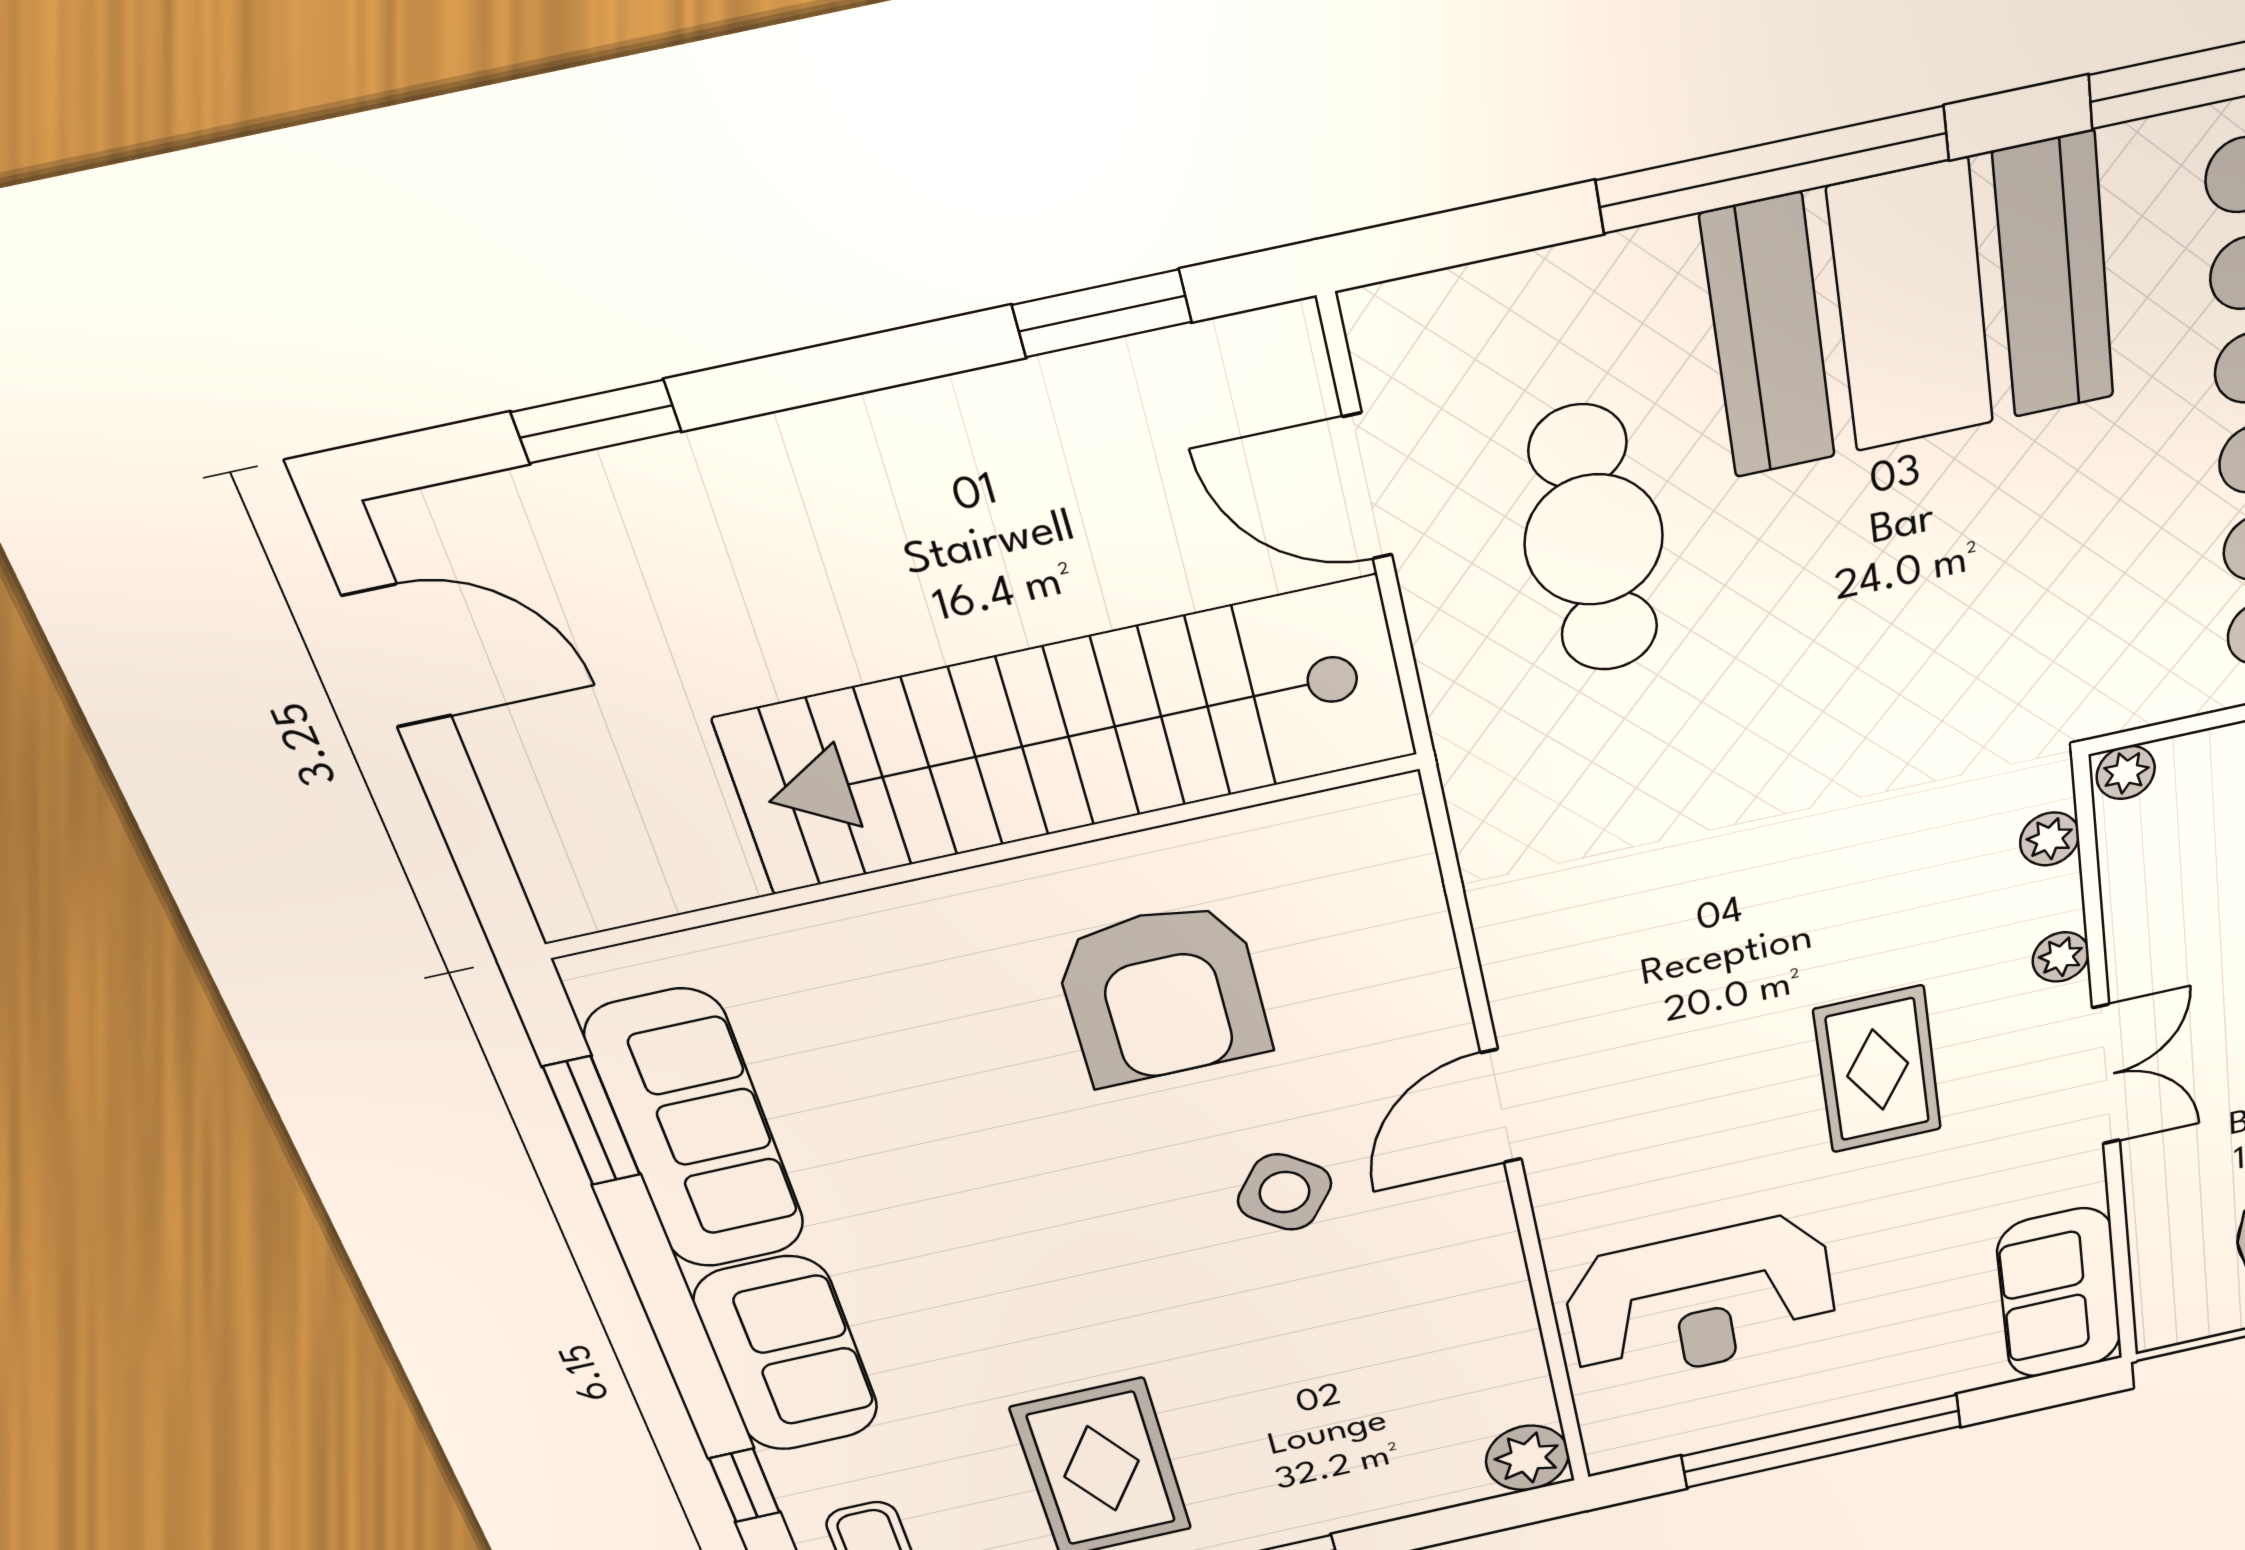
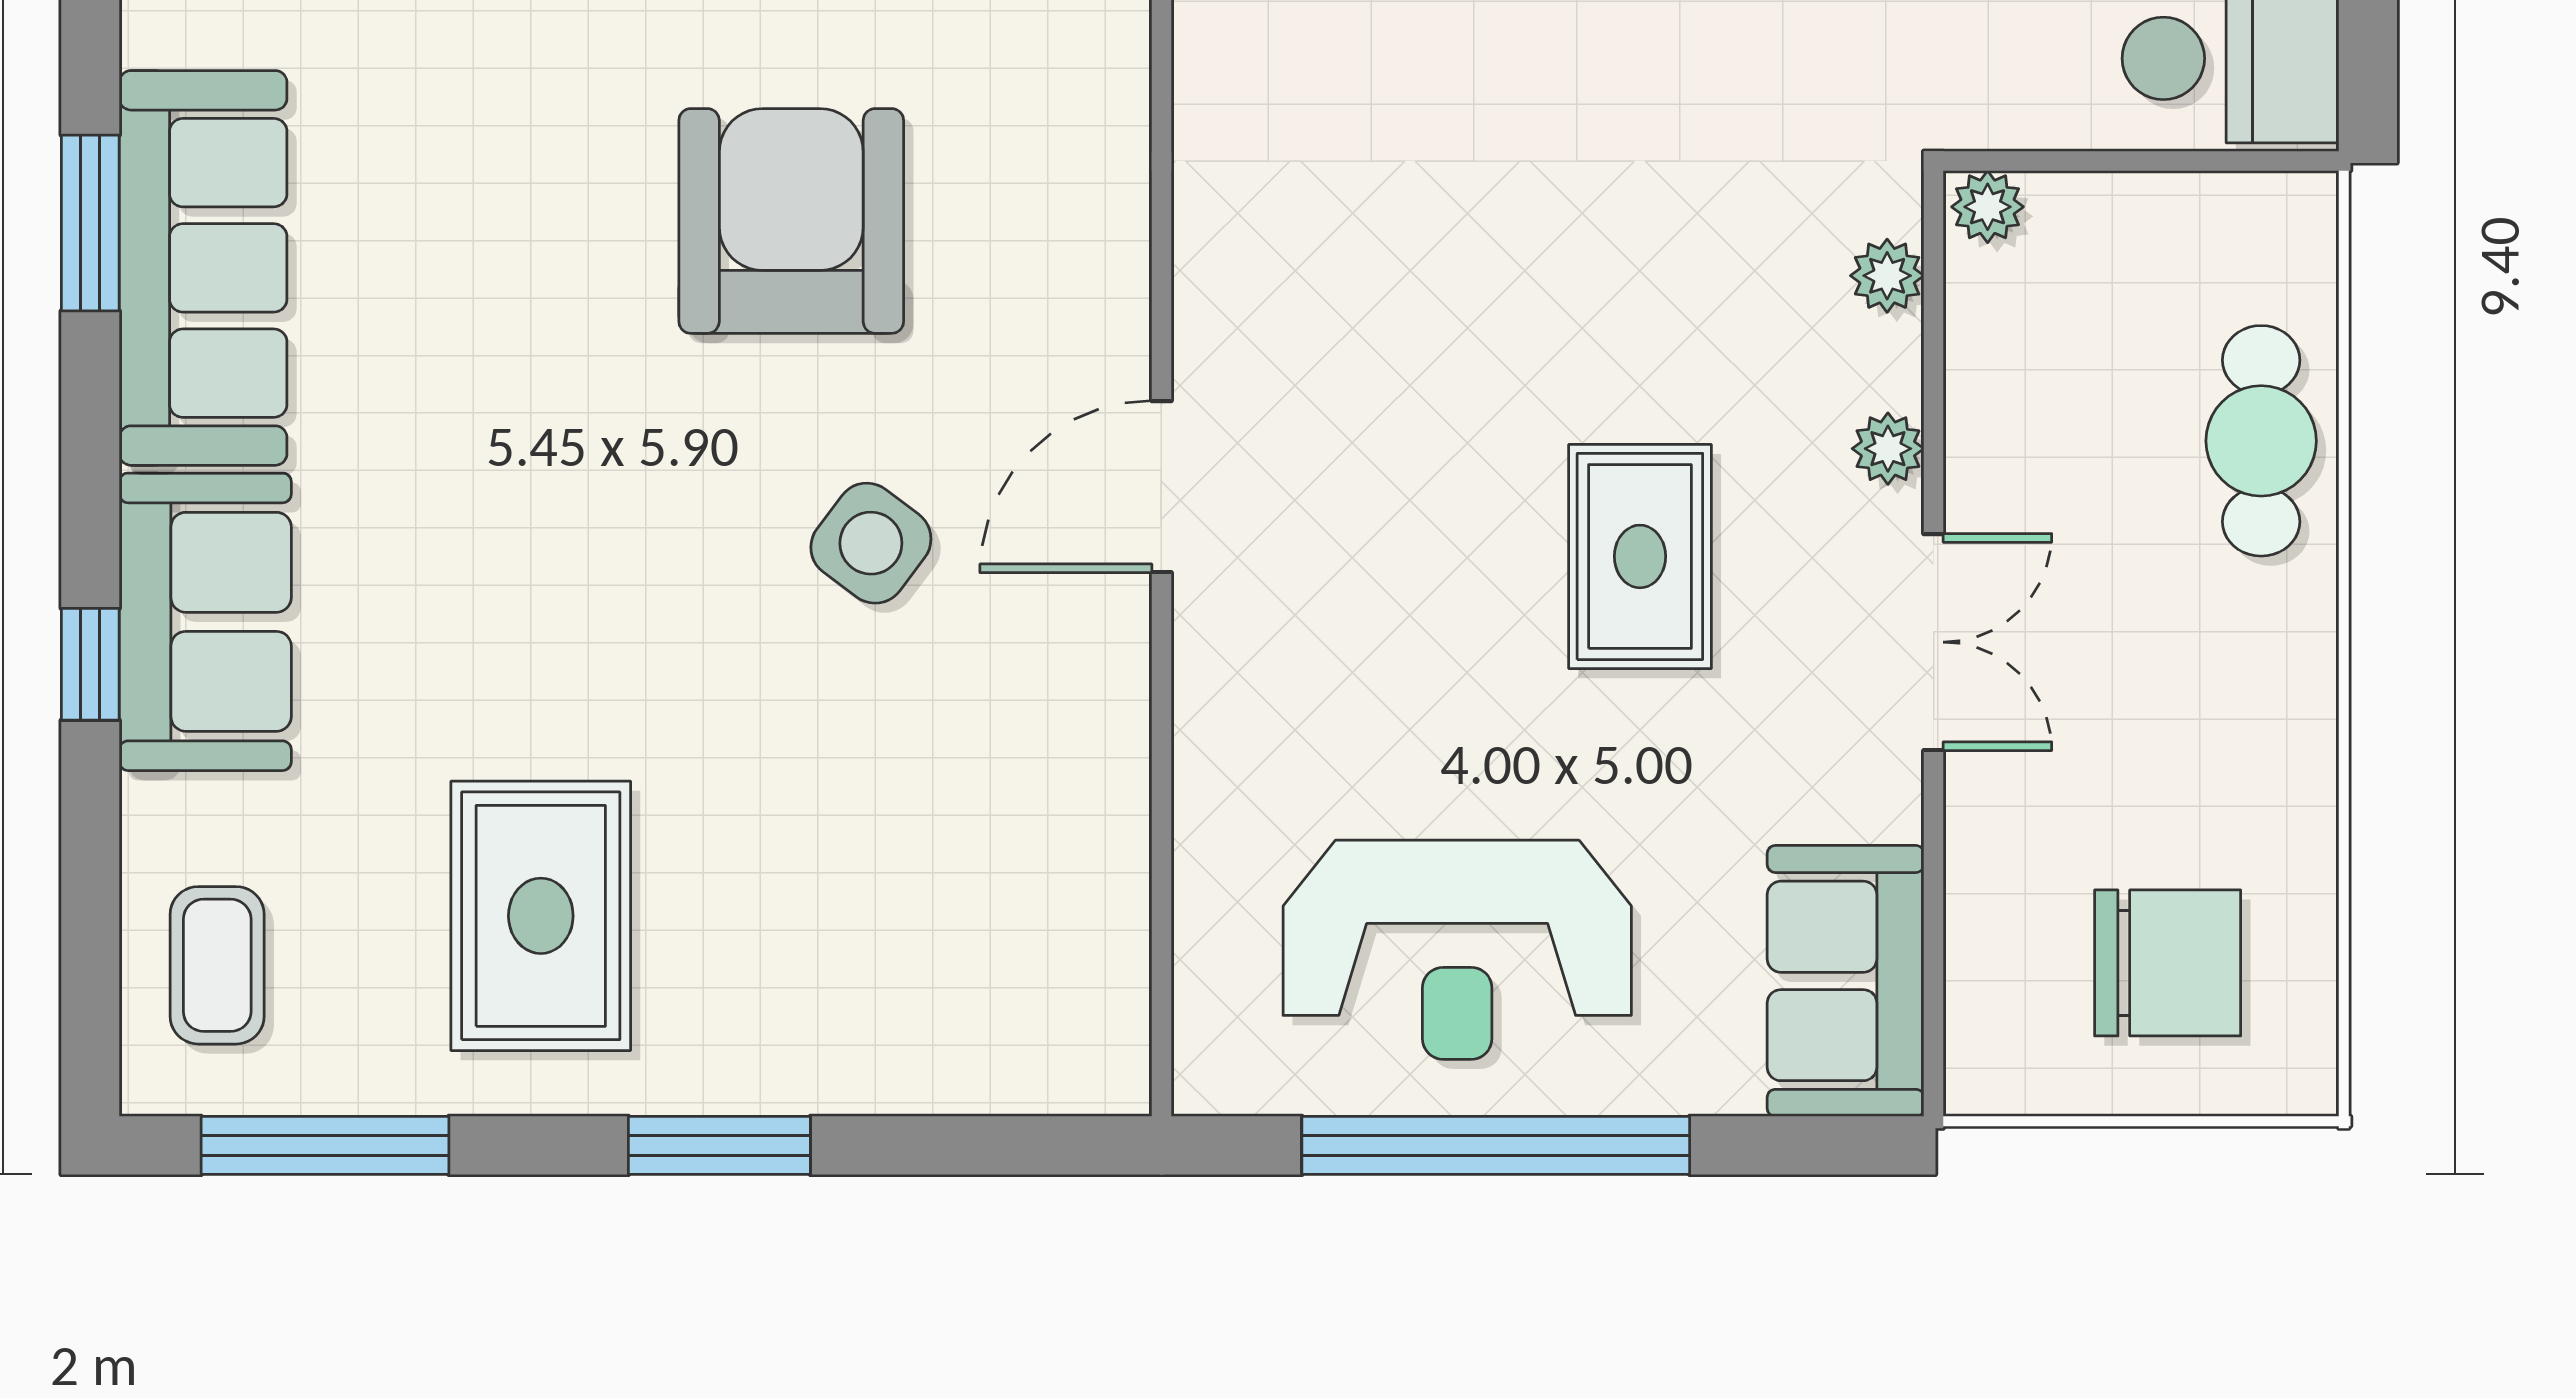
armchair: (1163, 994) -> (791, 221), turned 180
reception desk: (1701, 1301) -> (1457, 950), moved
plant: (1527, 1458) -> (1096, 1059), removed
window: (745, 1485) -> (90, 664), moved

